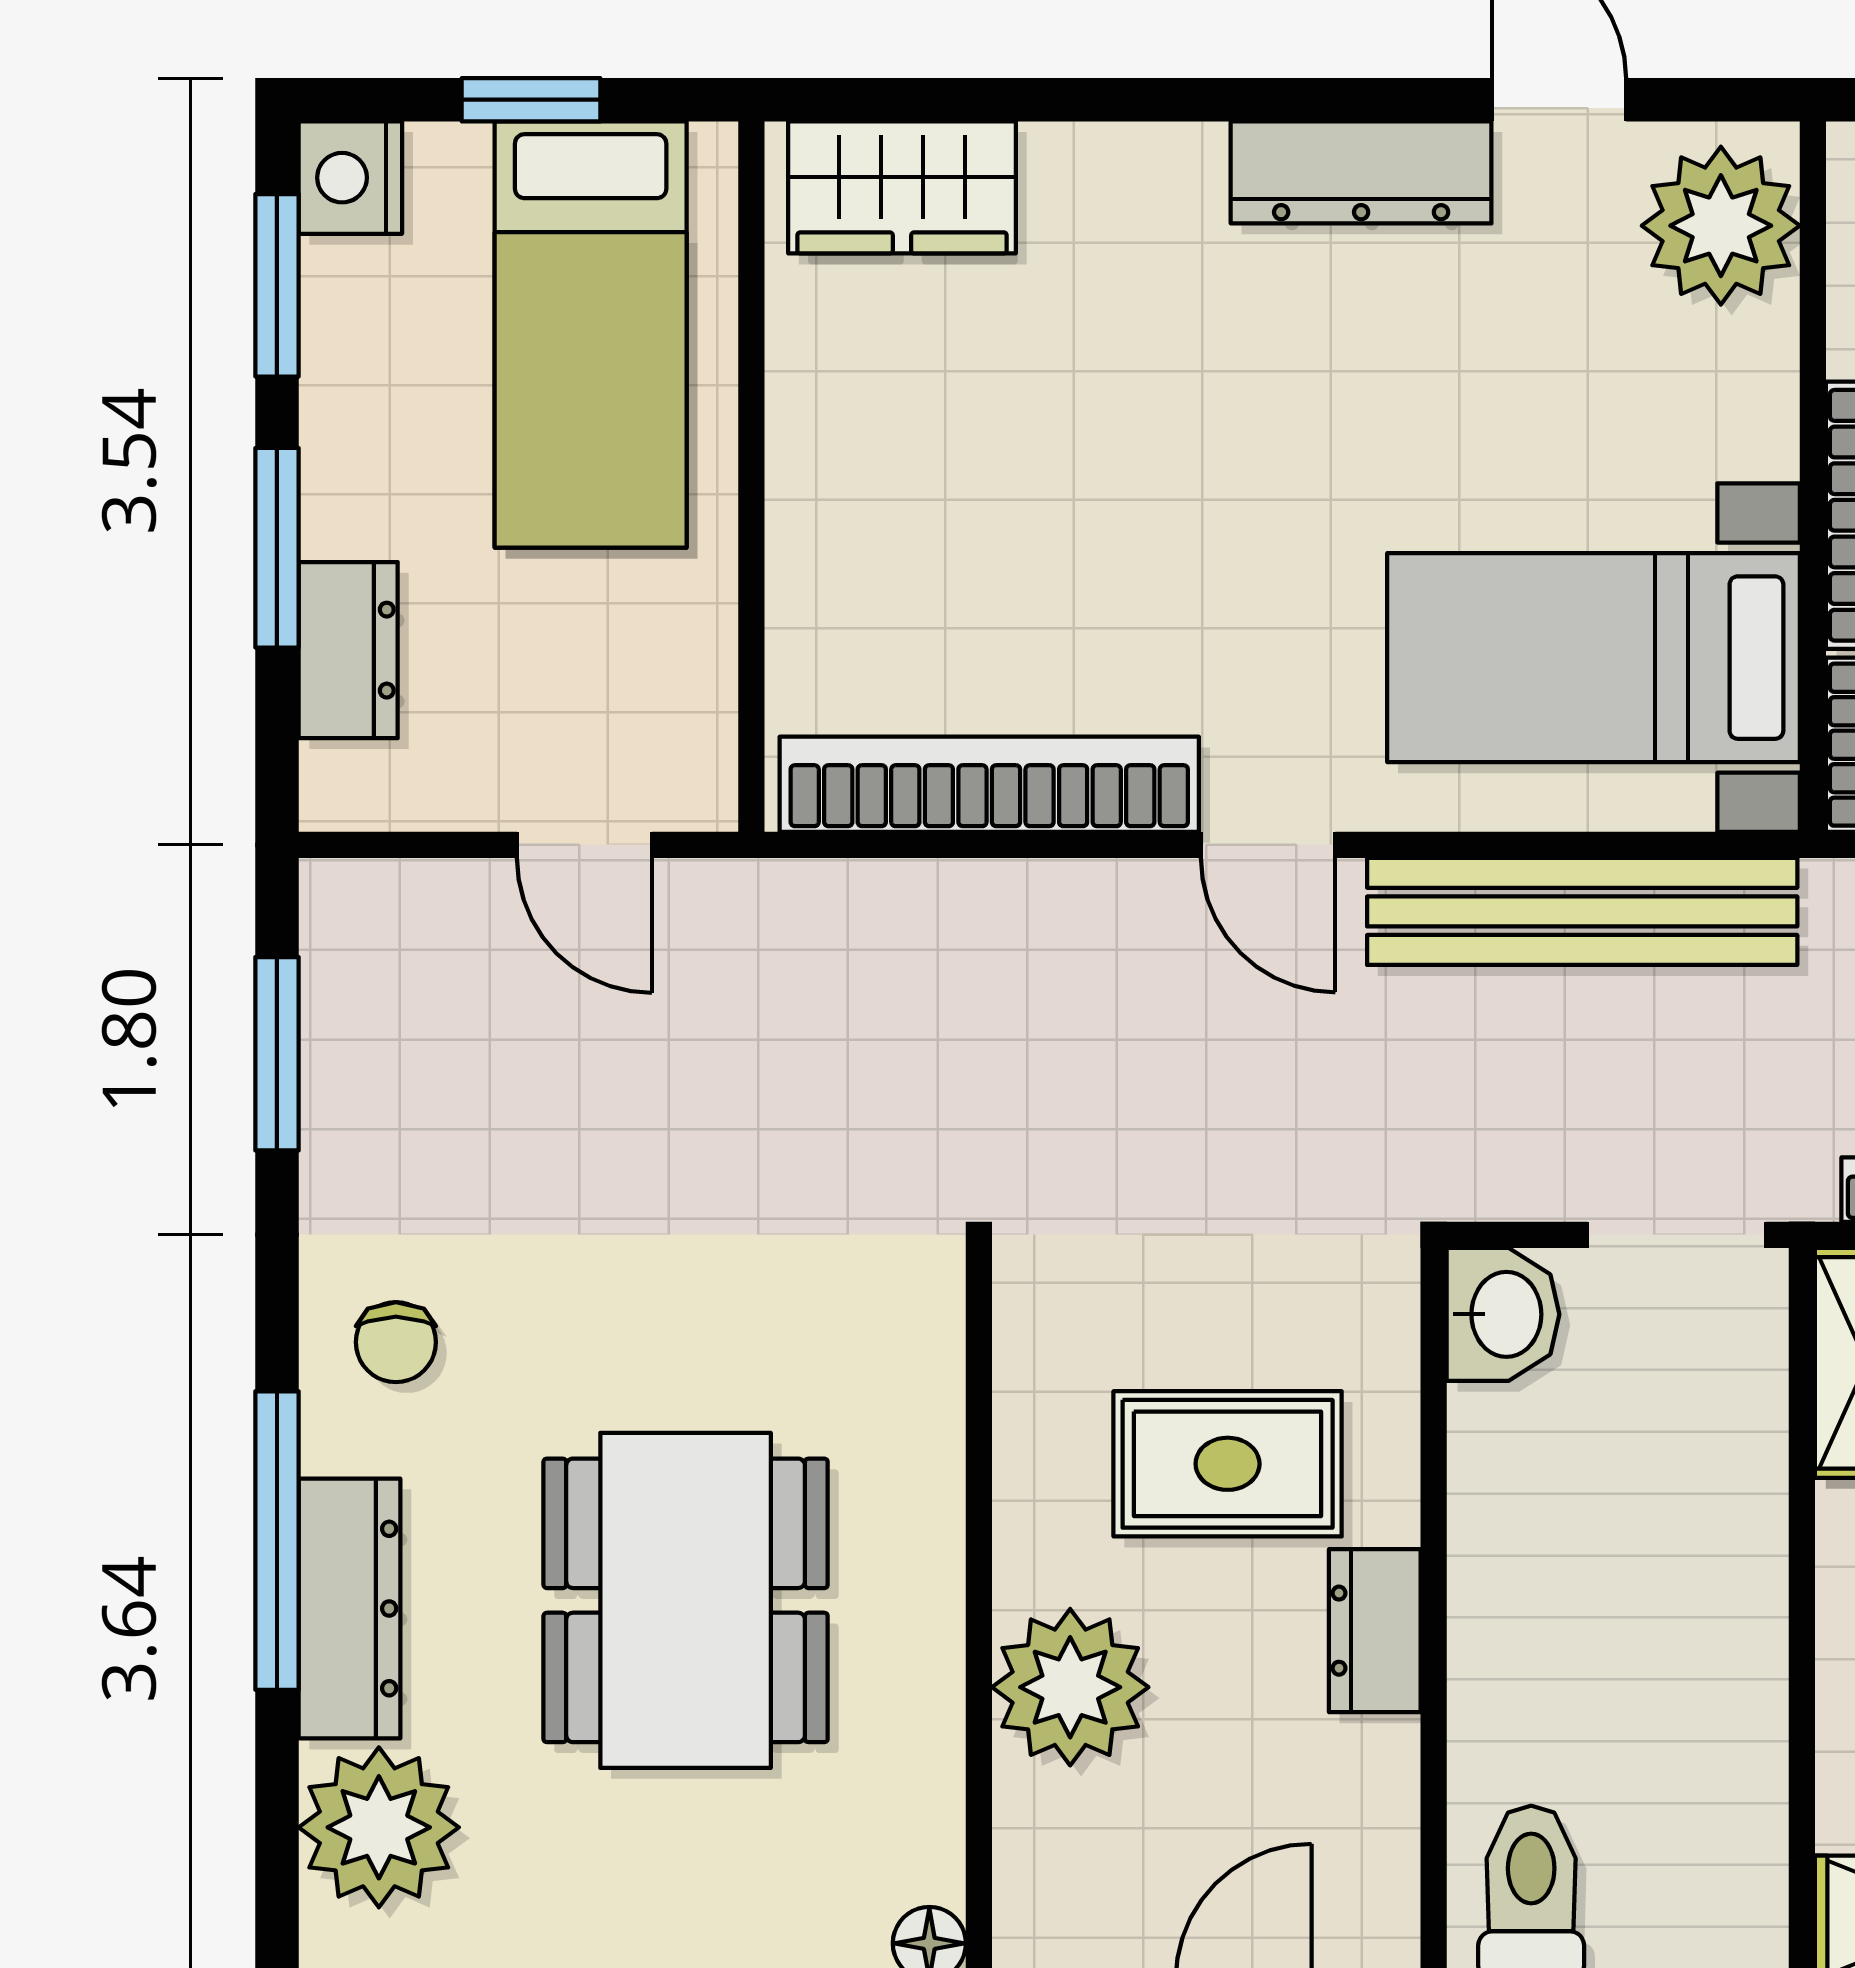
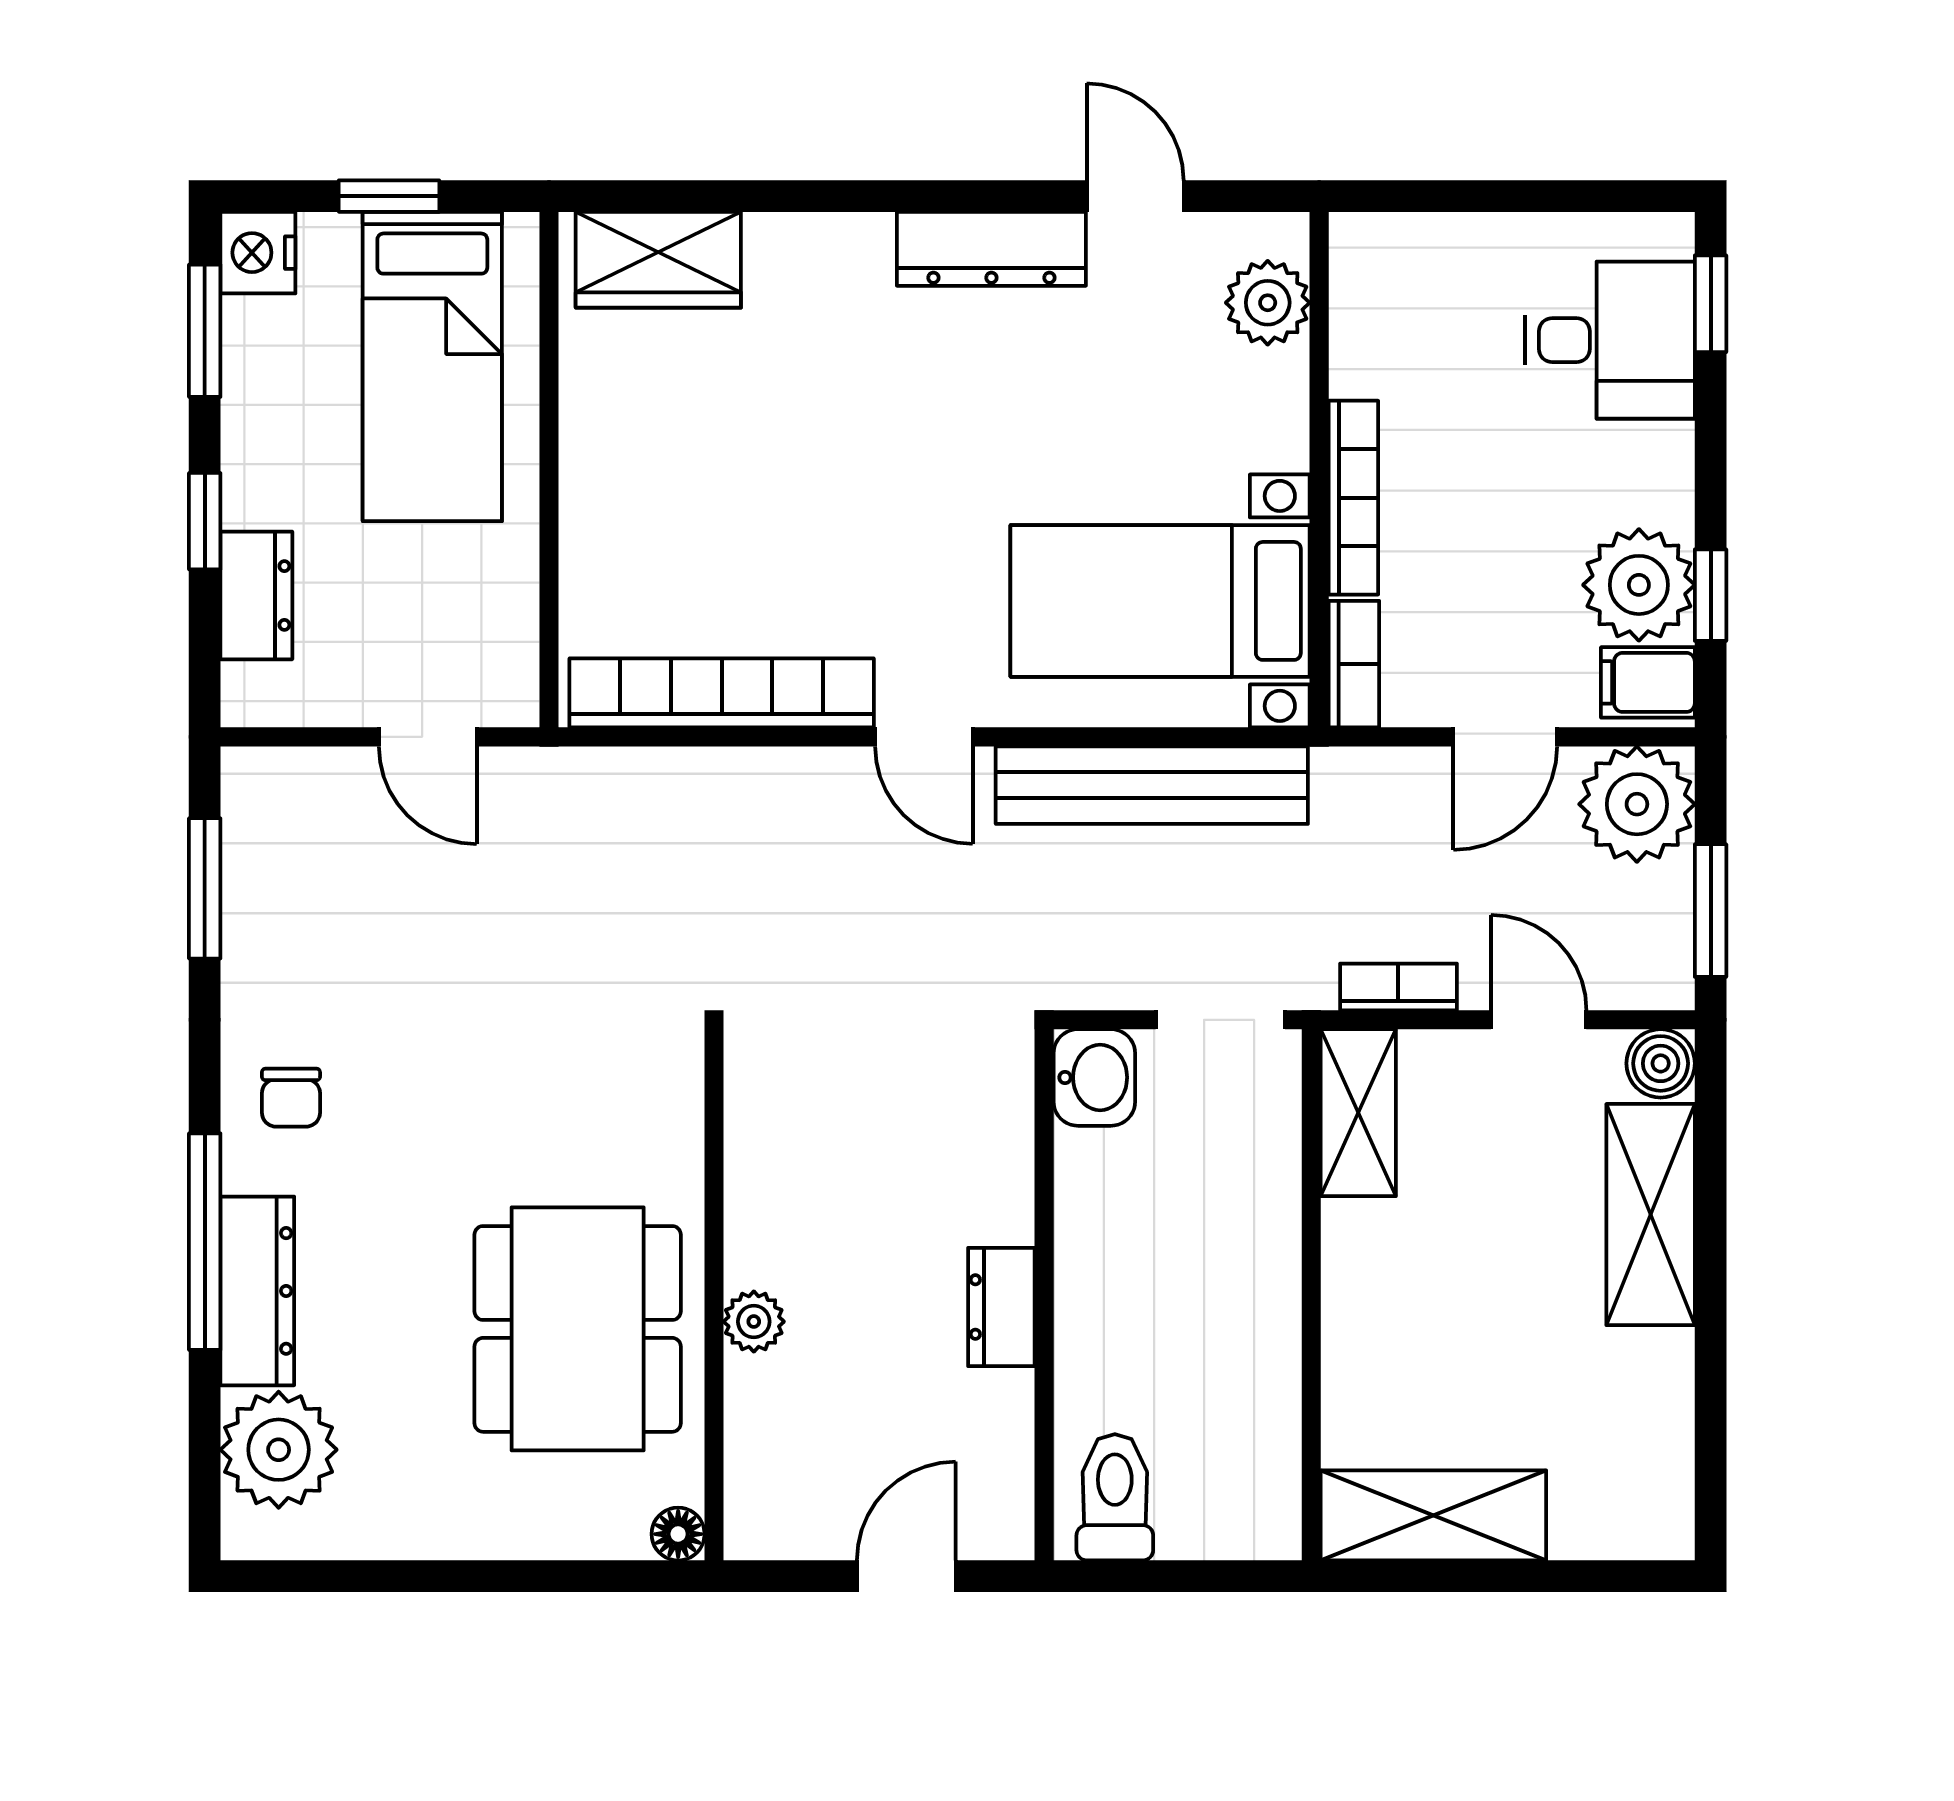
plant: (1721, 226) -> (1268, 303), width x0.73, depth x0.73
window: (277, 548) -> (205, 521), width x0.67
rug: (1228, 1464) -> (895, 1186), removed
dining table: (686, 1600) -> (578, 1329), moved
plant: (1070, 1687) -> (754, 1322), width x0.53, depth x0.53

